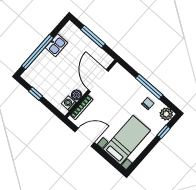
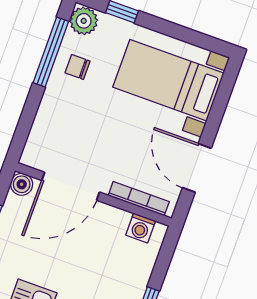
window: (149, 87) -> (51, 52), moved
boiler: (77, 95) -> (22, 184), moved

